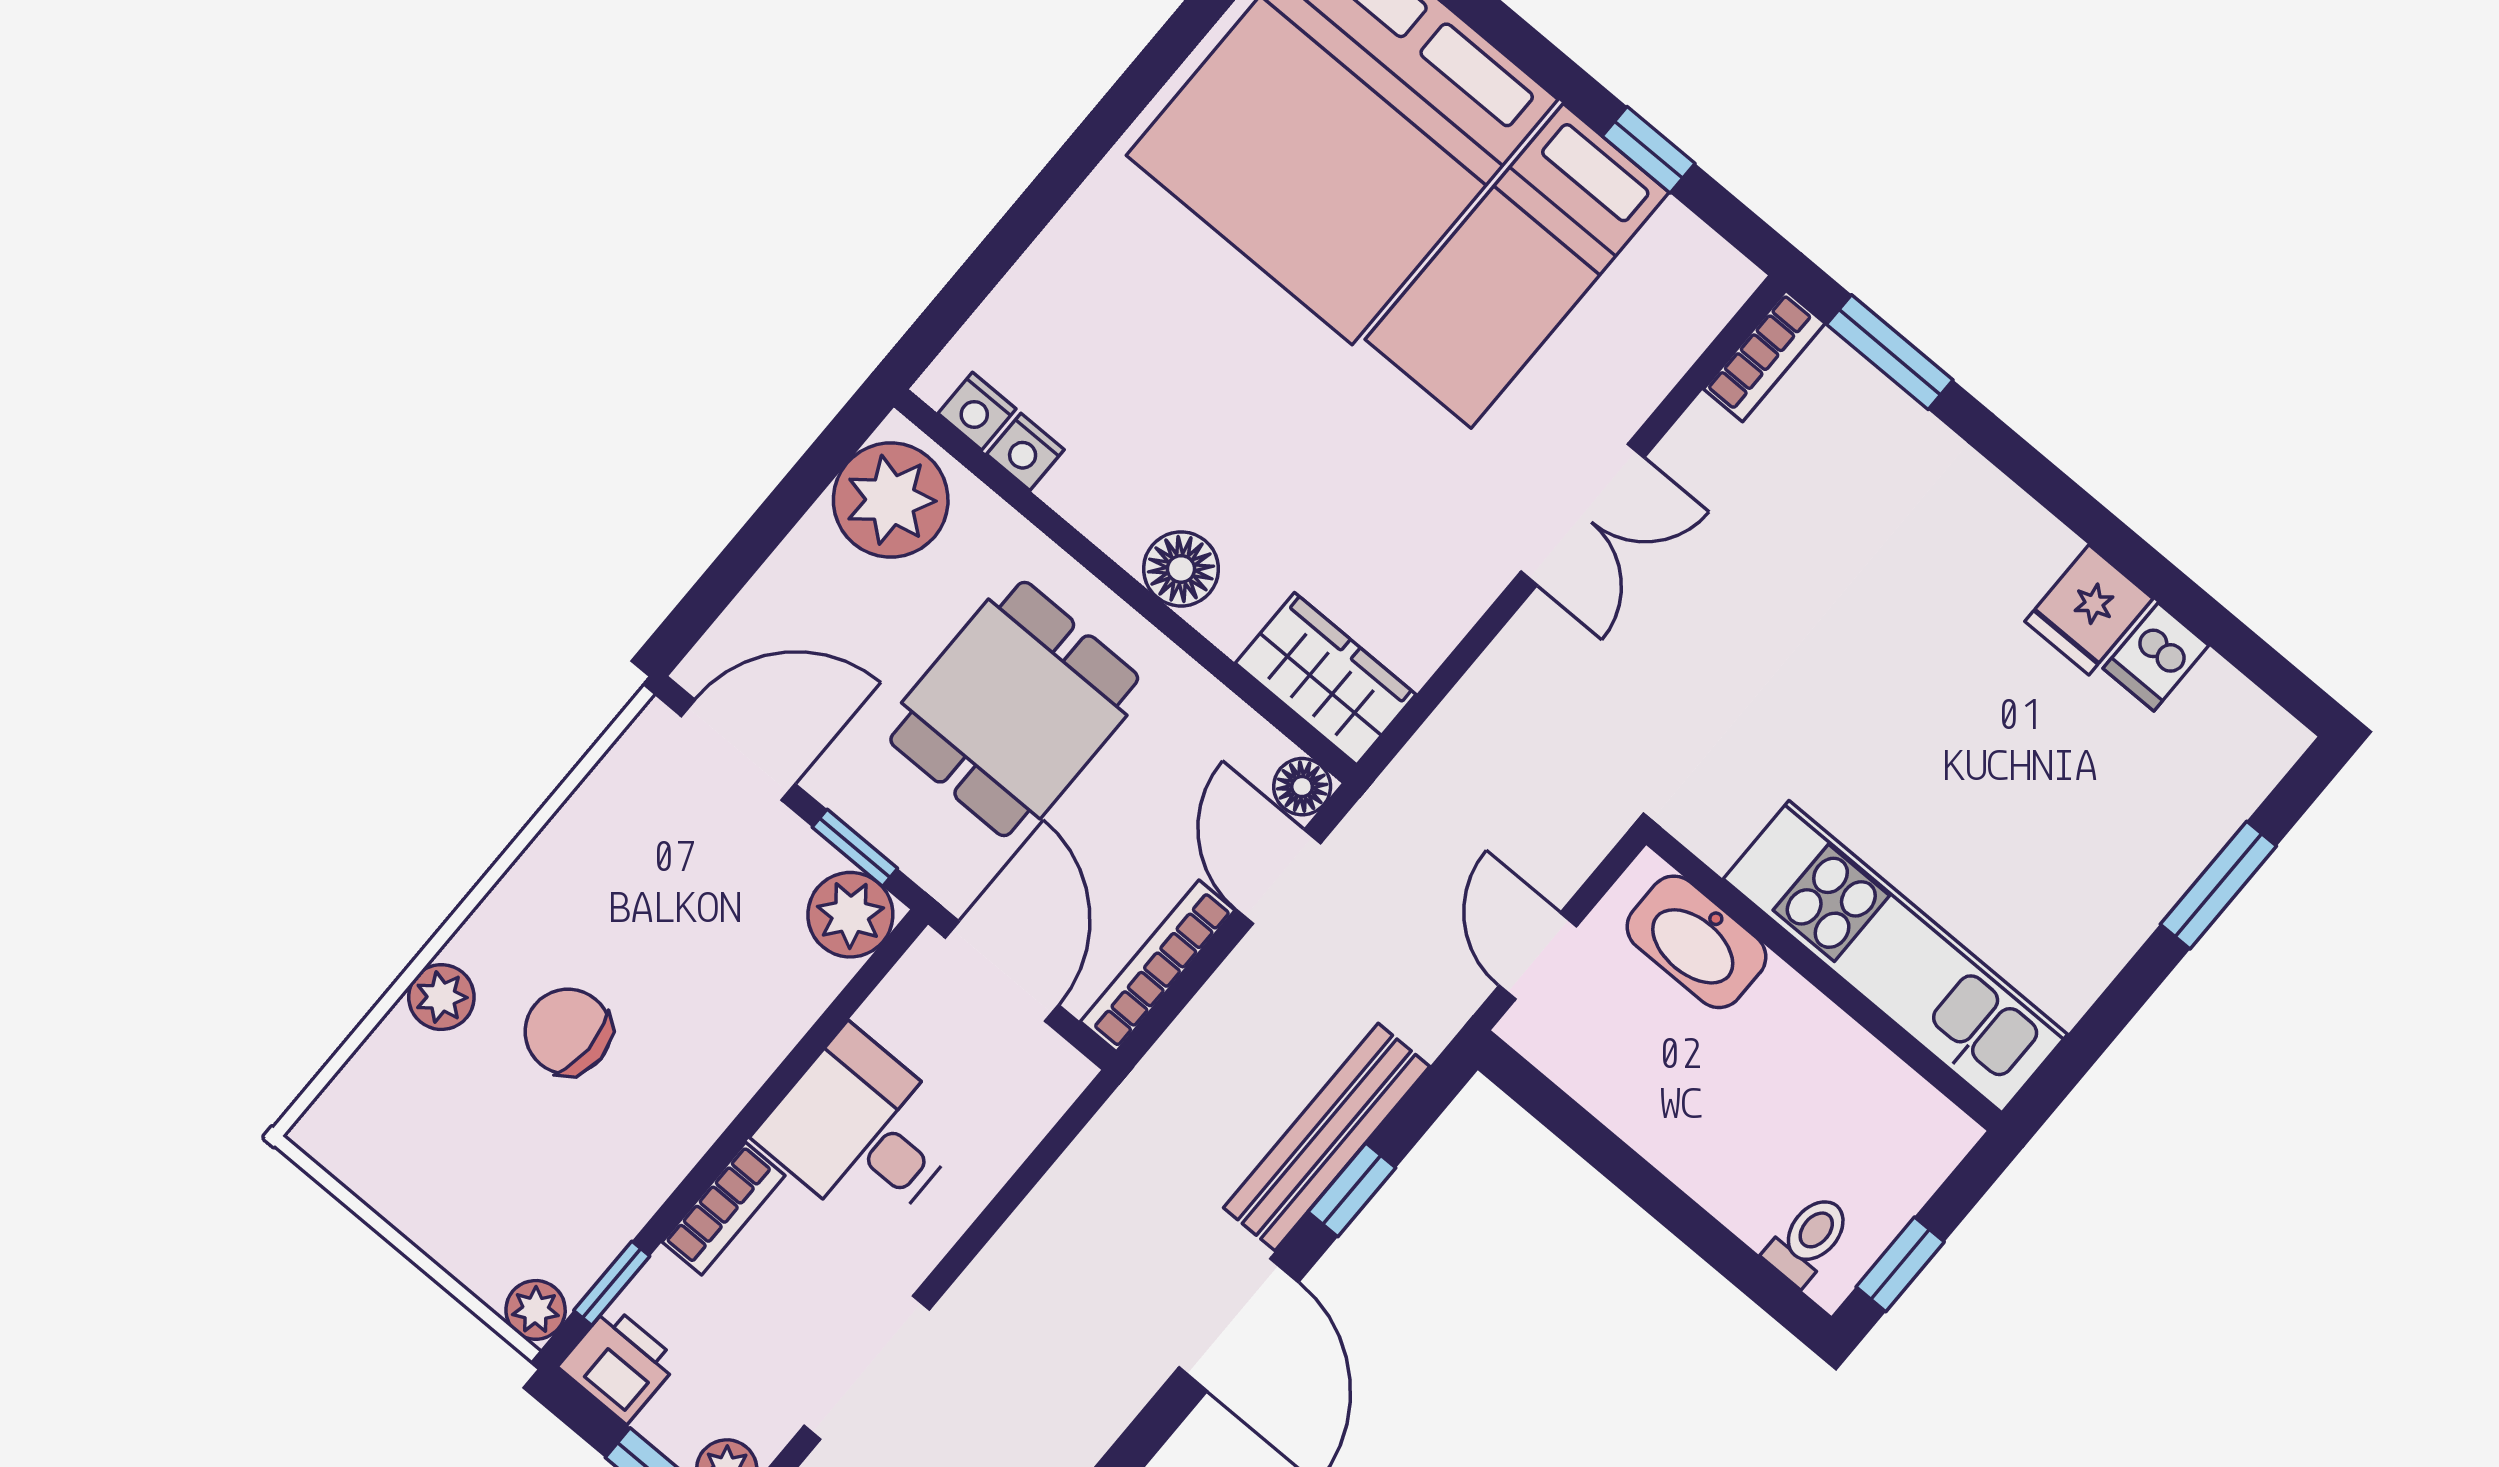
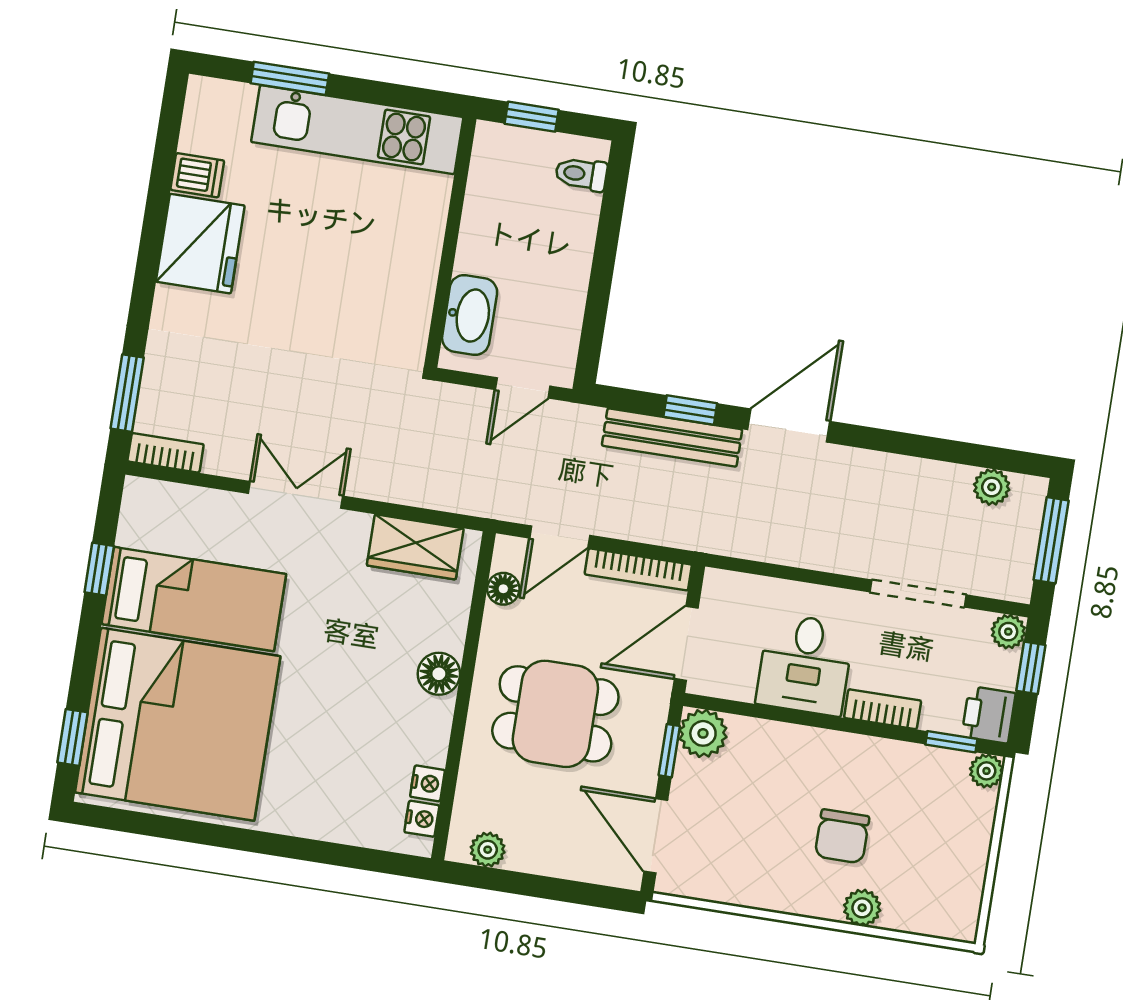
plant: (891, 500) -> (488, 850), width x0.53, depth x0.53
fridge: (2089, 610) -> (200, 244), width x1.88, depth x1.34
wardrobe: (1326, 679) -> (415, 547), moved, turned -90
floor lamp: (1302, 787) -> (503, 589), moved
kitchen unit: (1895, 957) -> (357, 130), moved, turned -90
window: (1900, 1264) -> (532, 117), moved

